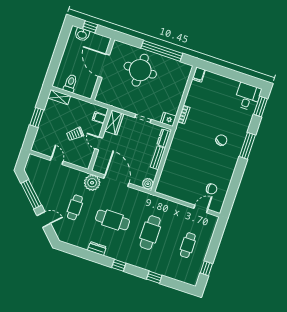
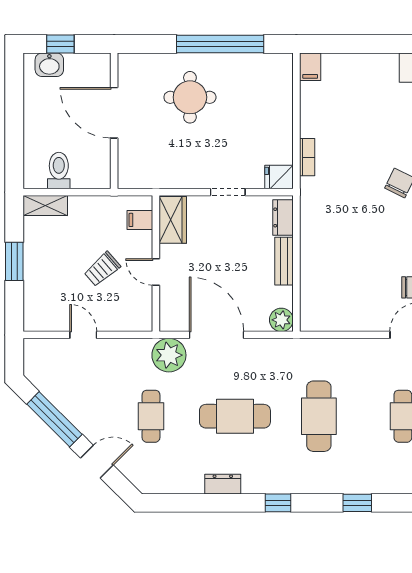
round table: (140, 70) -> (190, 97), width x0.73, depth x0.73

